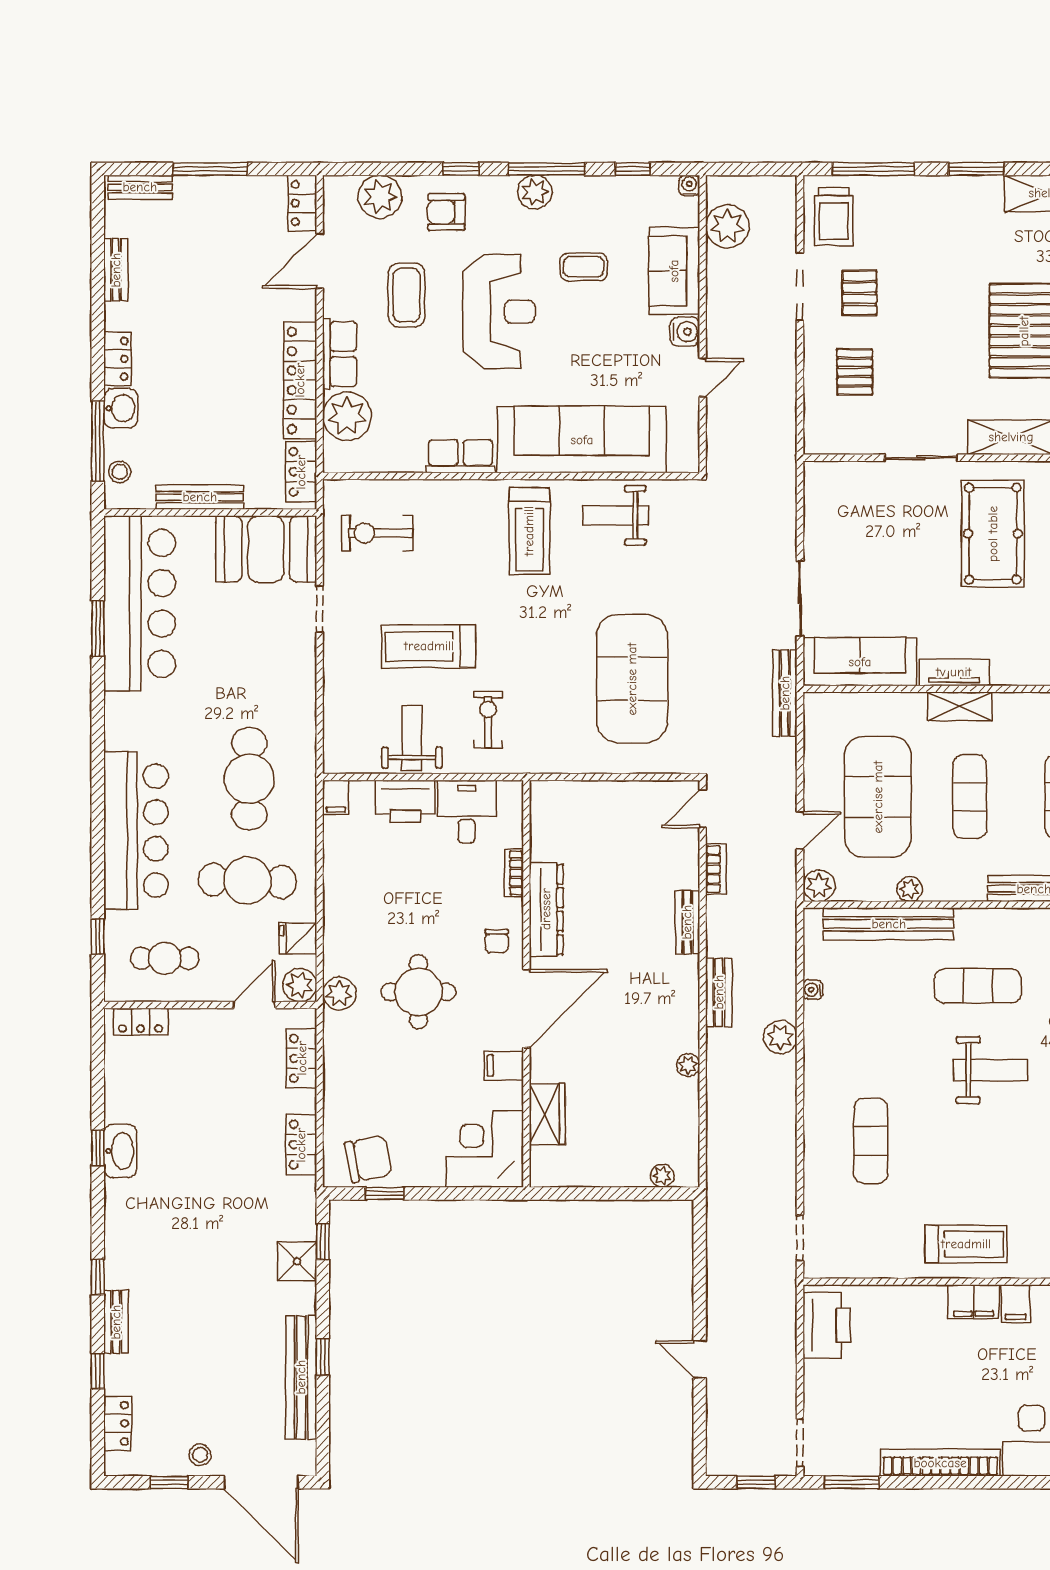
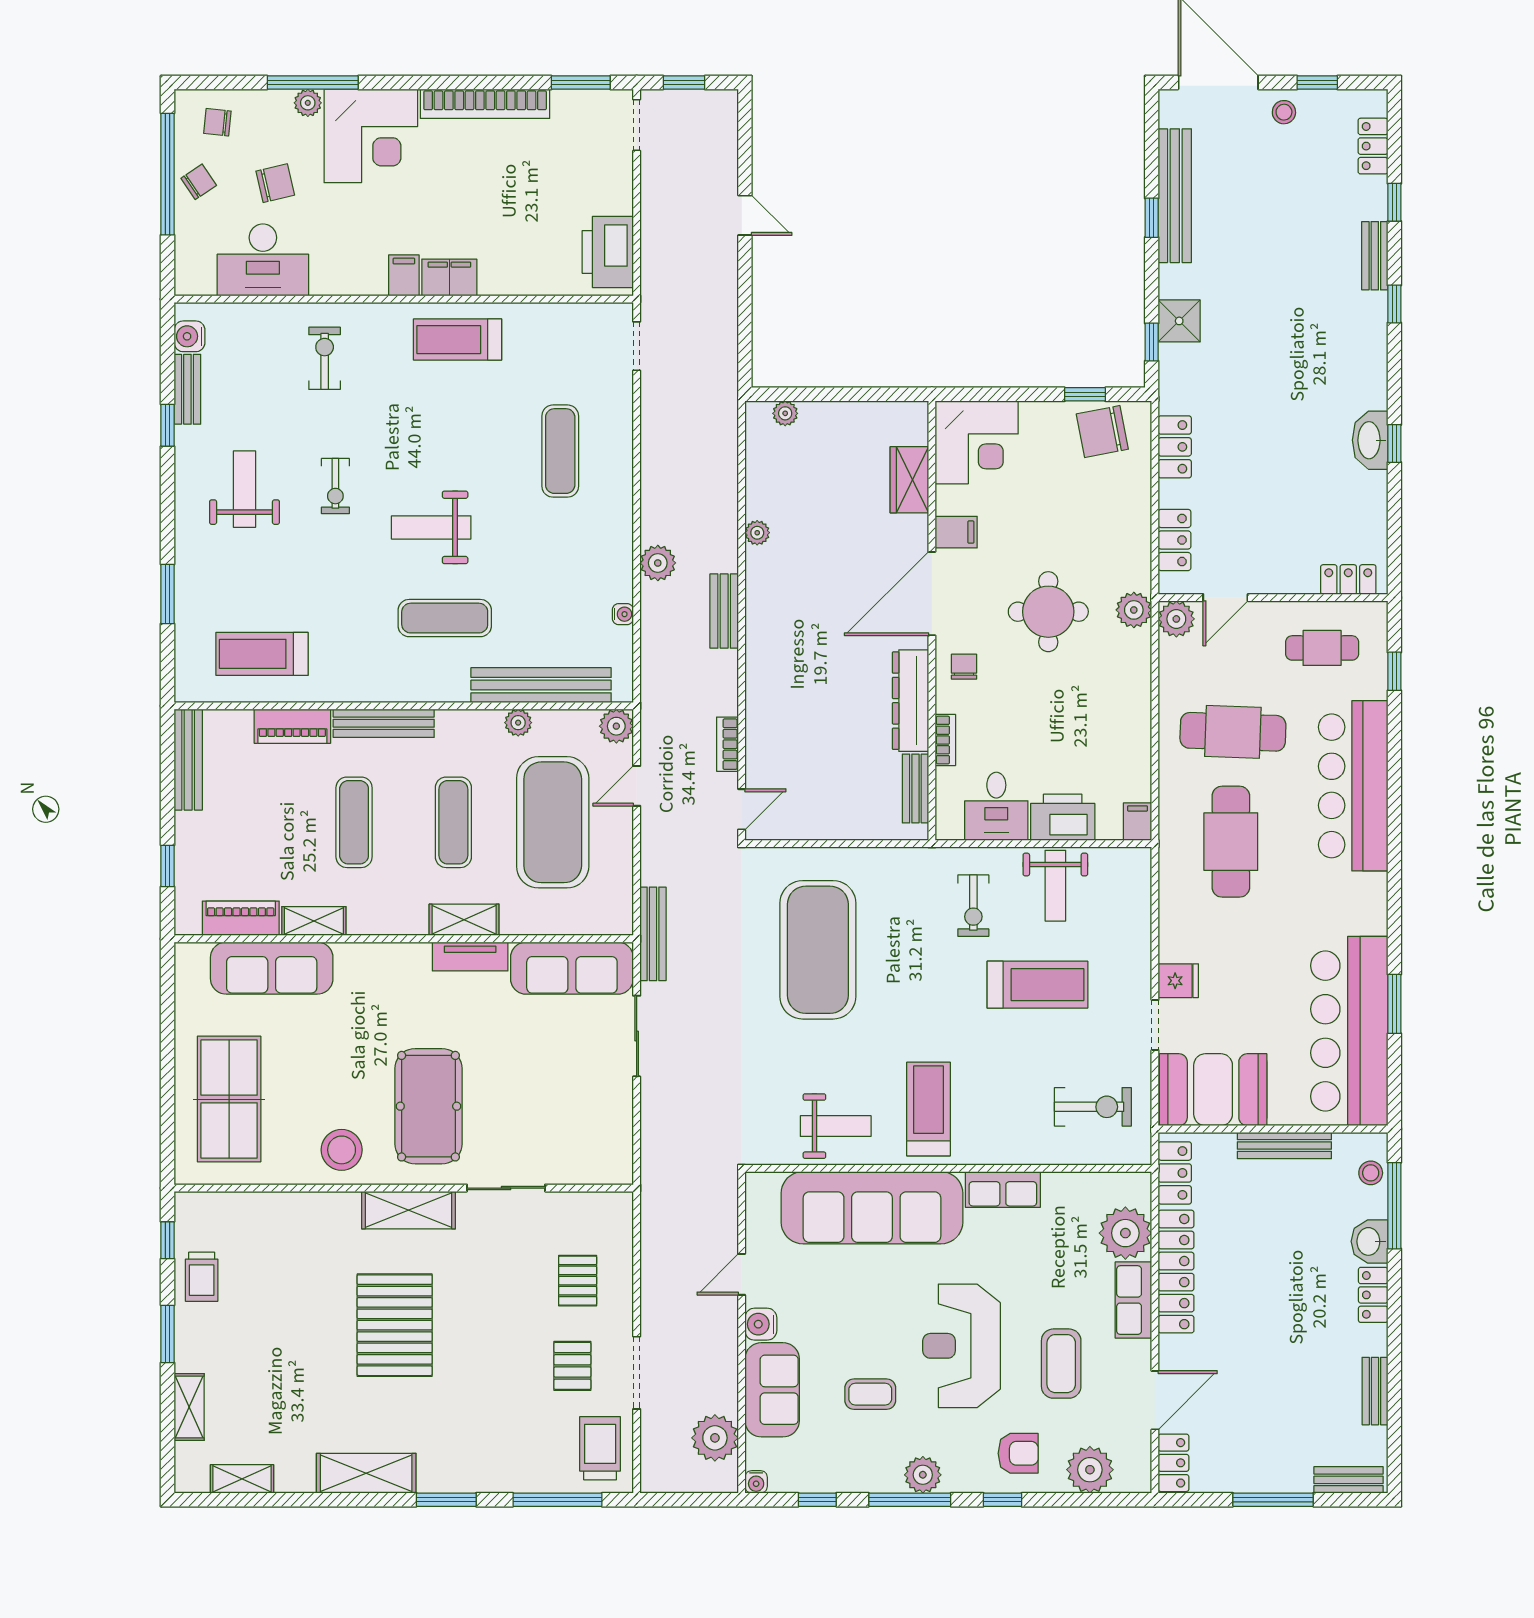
bench: (687, 922) -> (915, 789), moved
fridge: (298, 939) -> (1178, 981), moved

